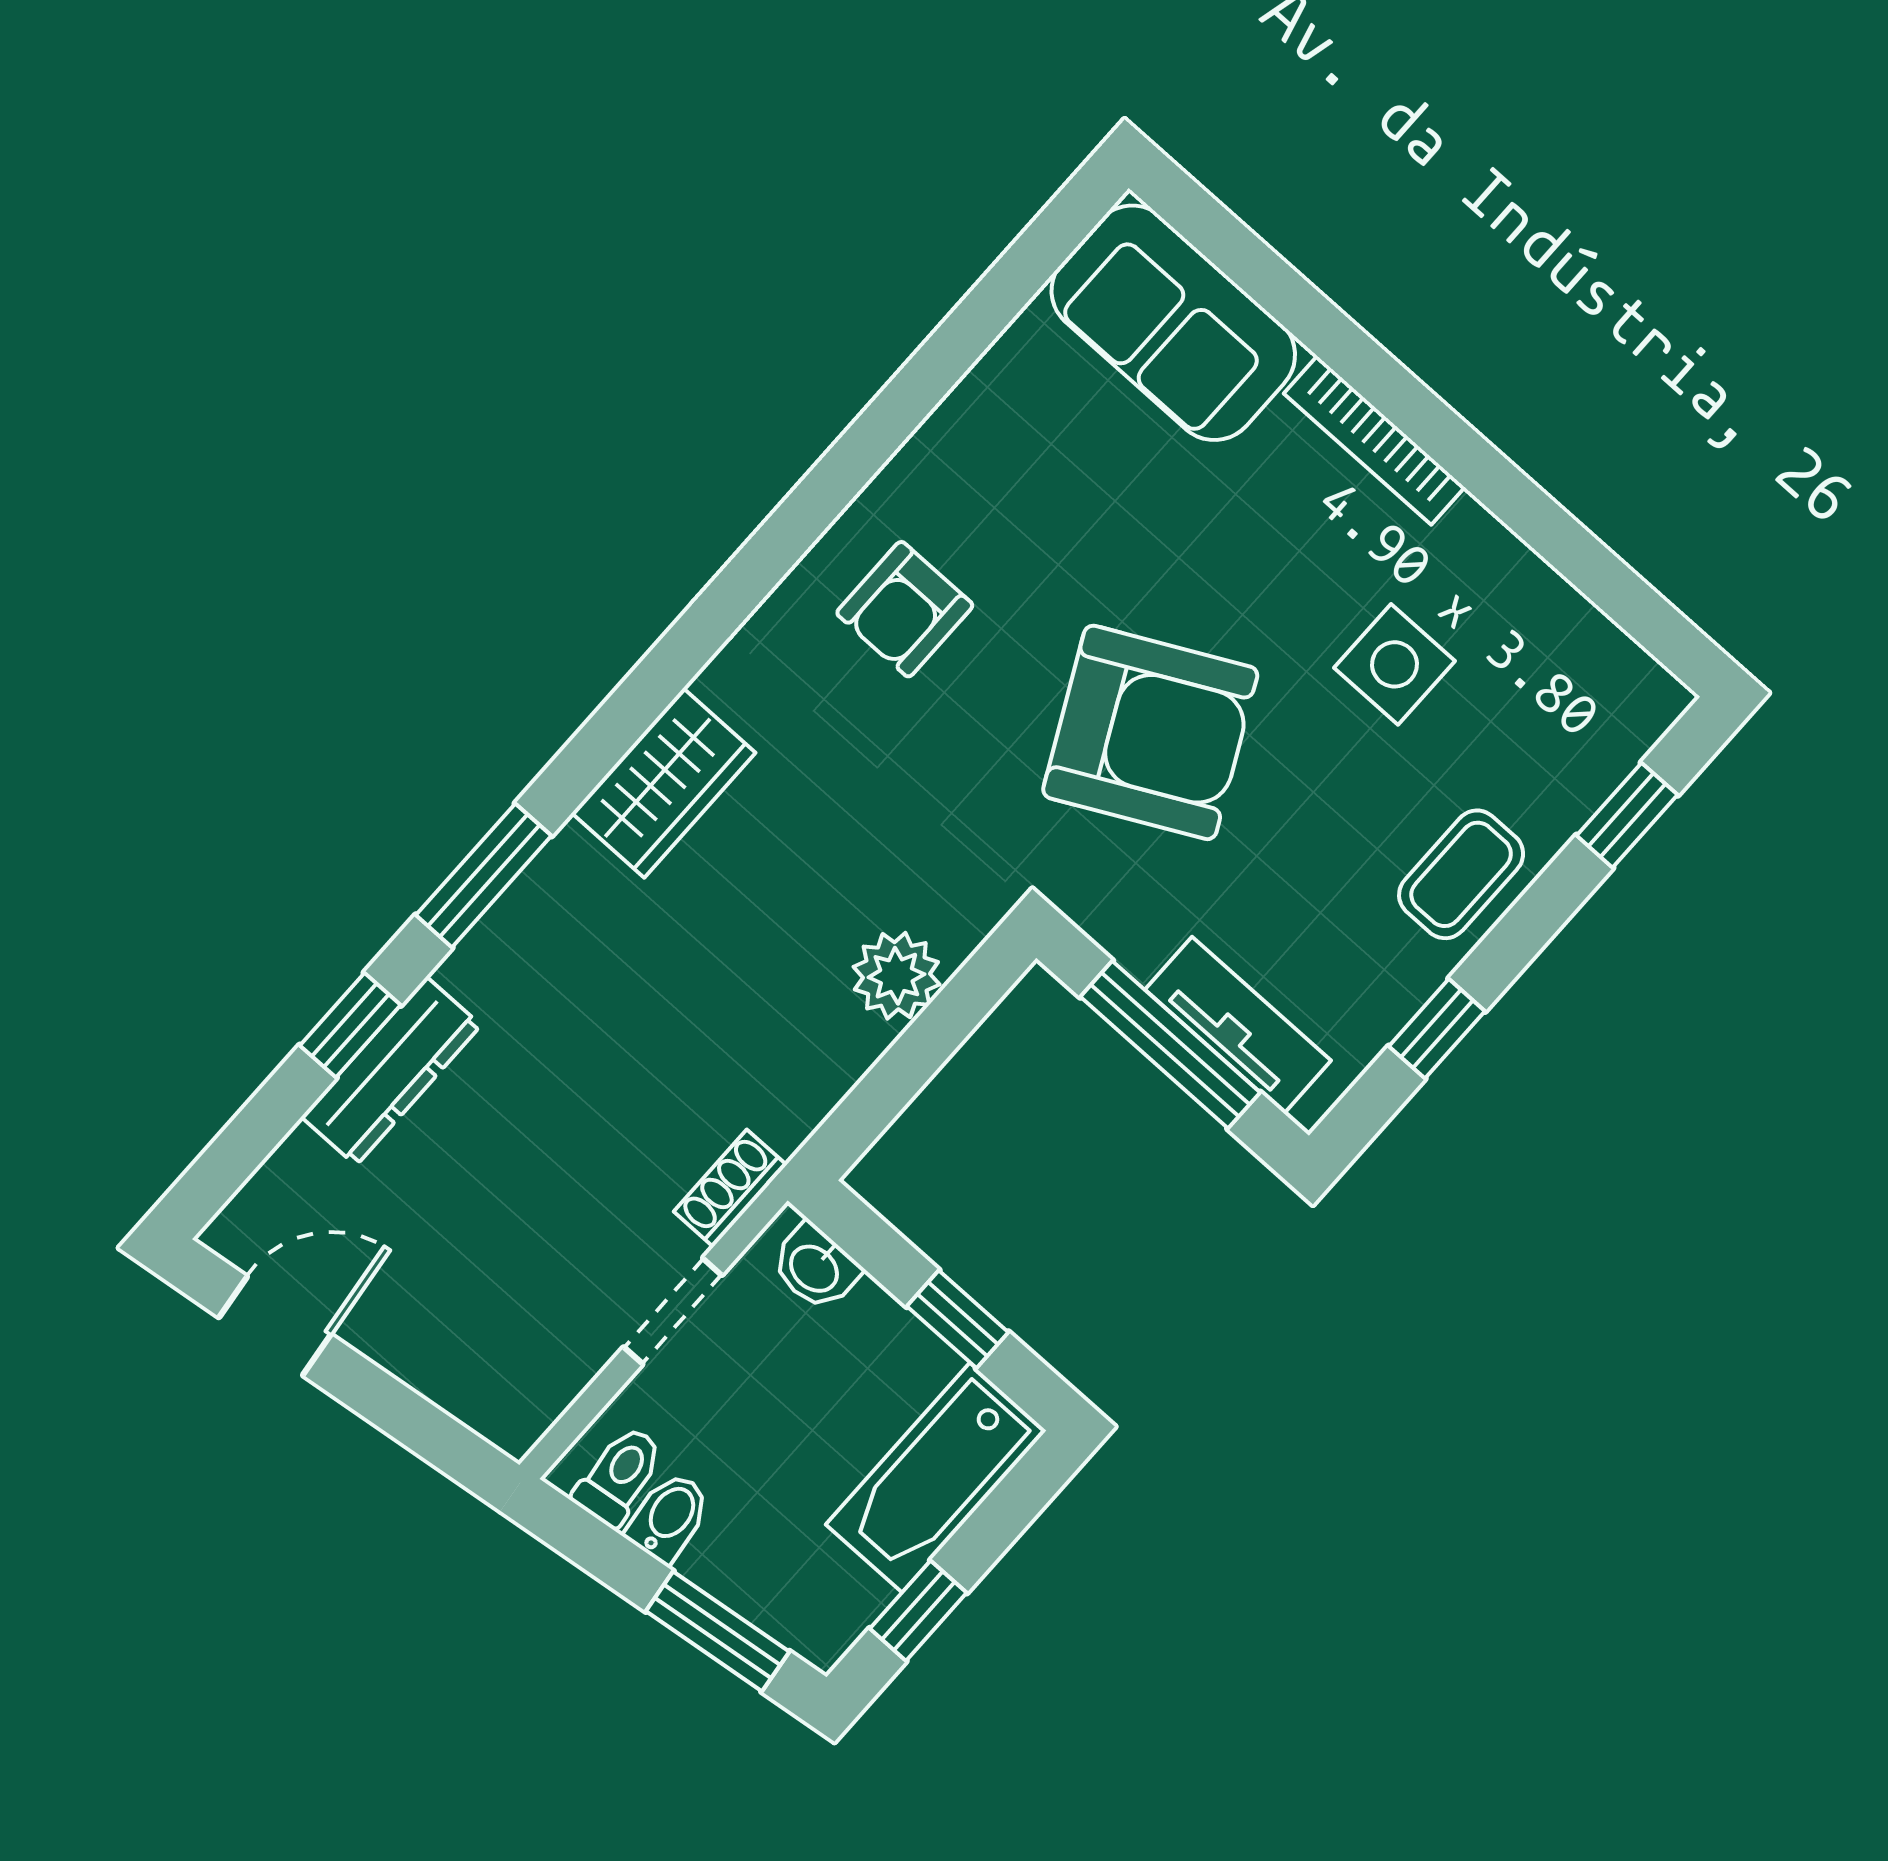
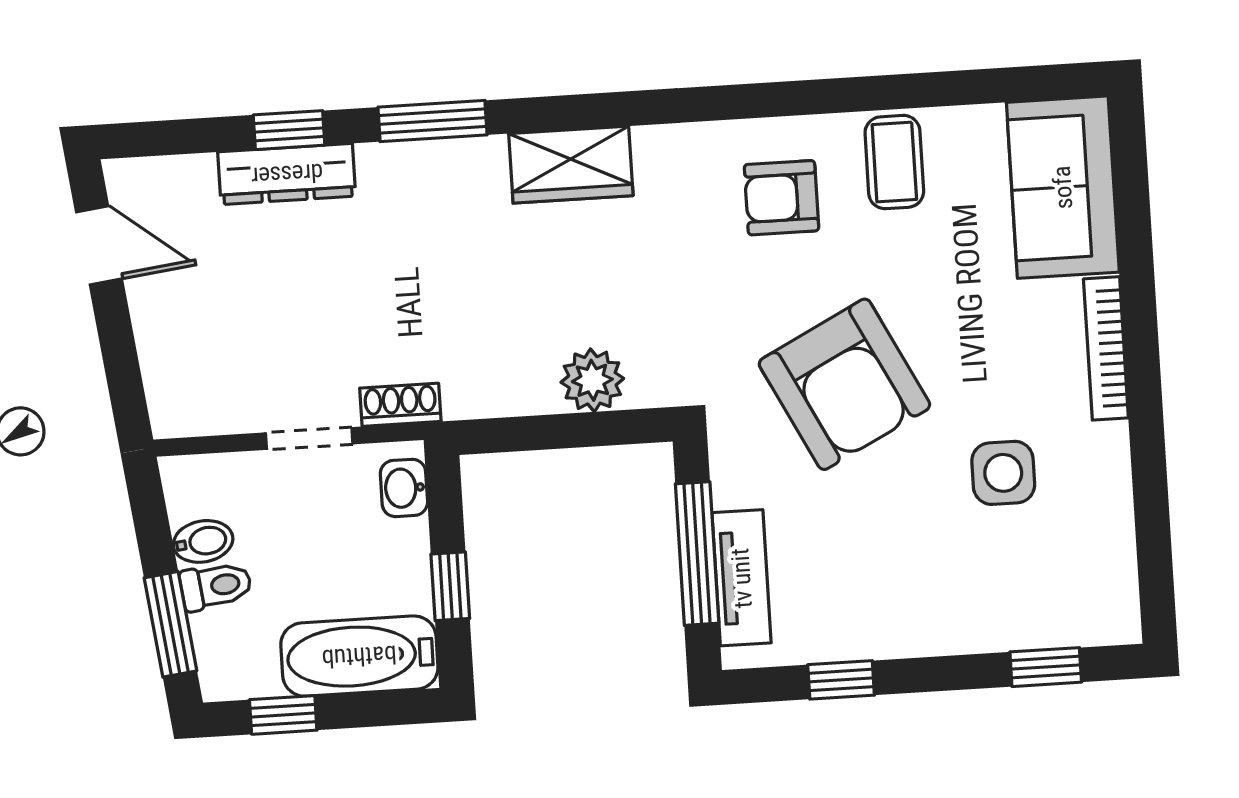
coffee table: (1461, 874) -> (894, 162), moved, turned 90
toilet: (619, 1476) -> (216, 586), moved

